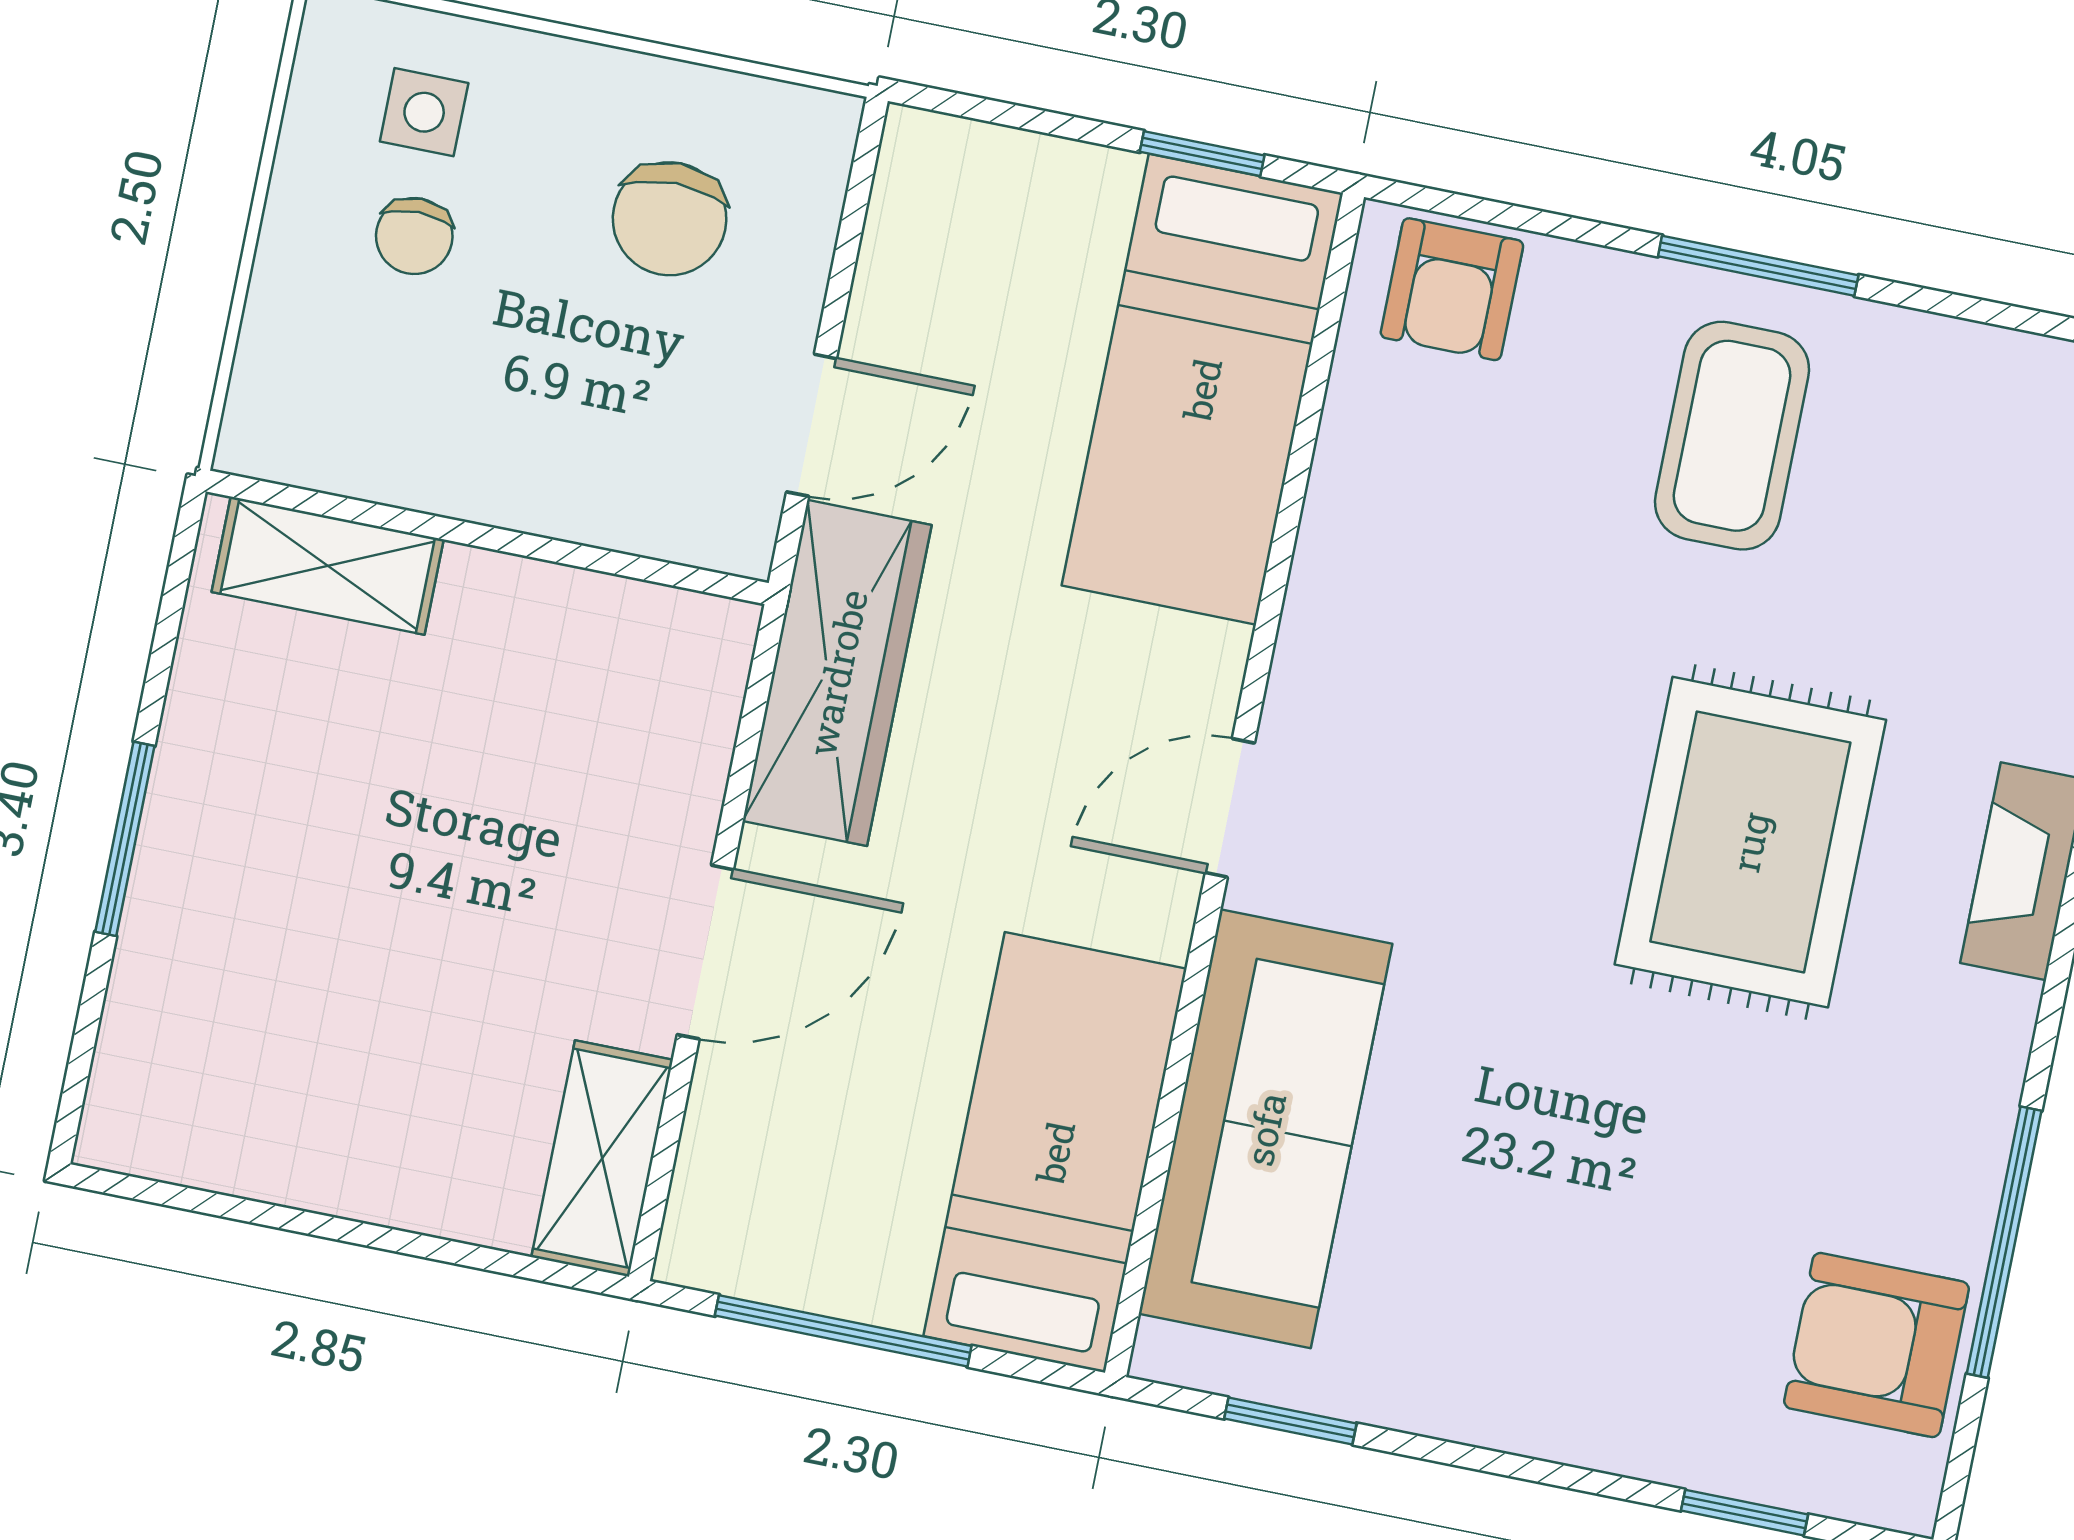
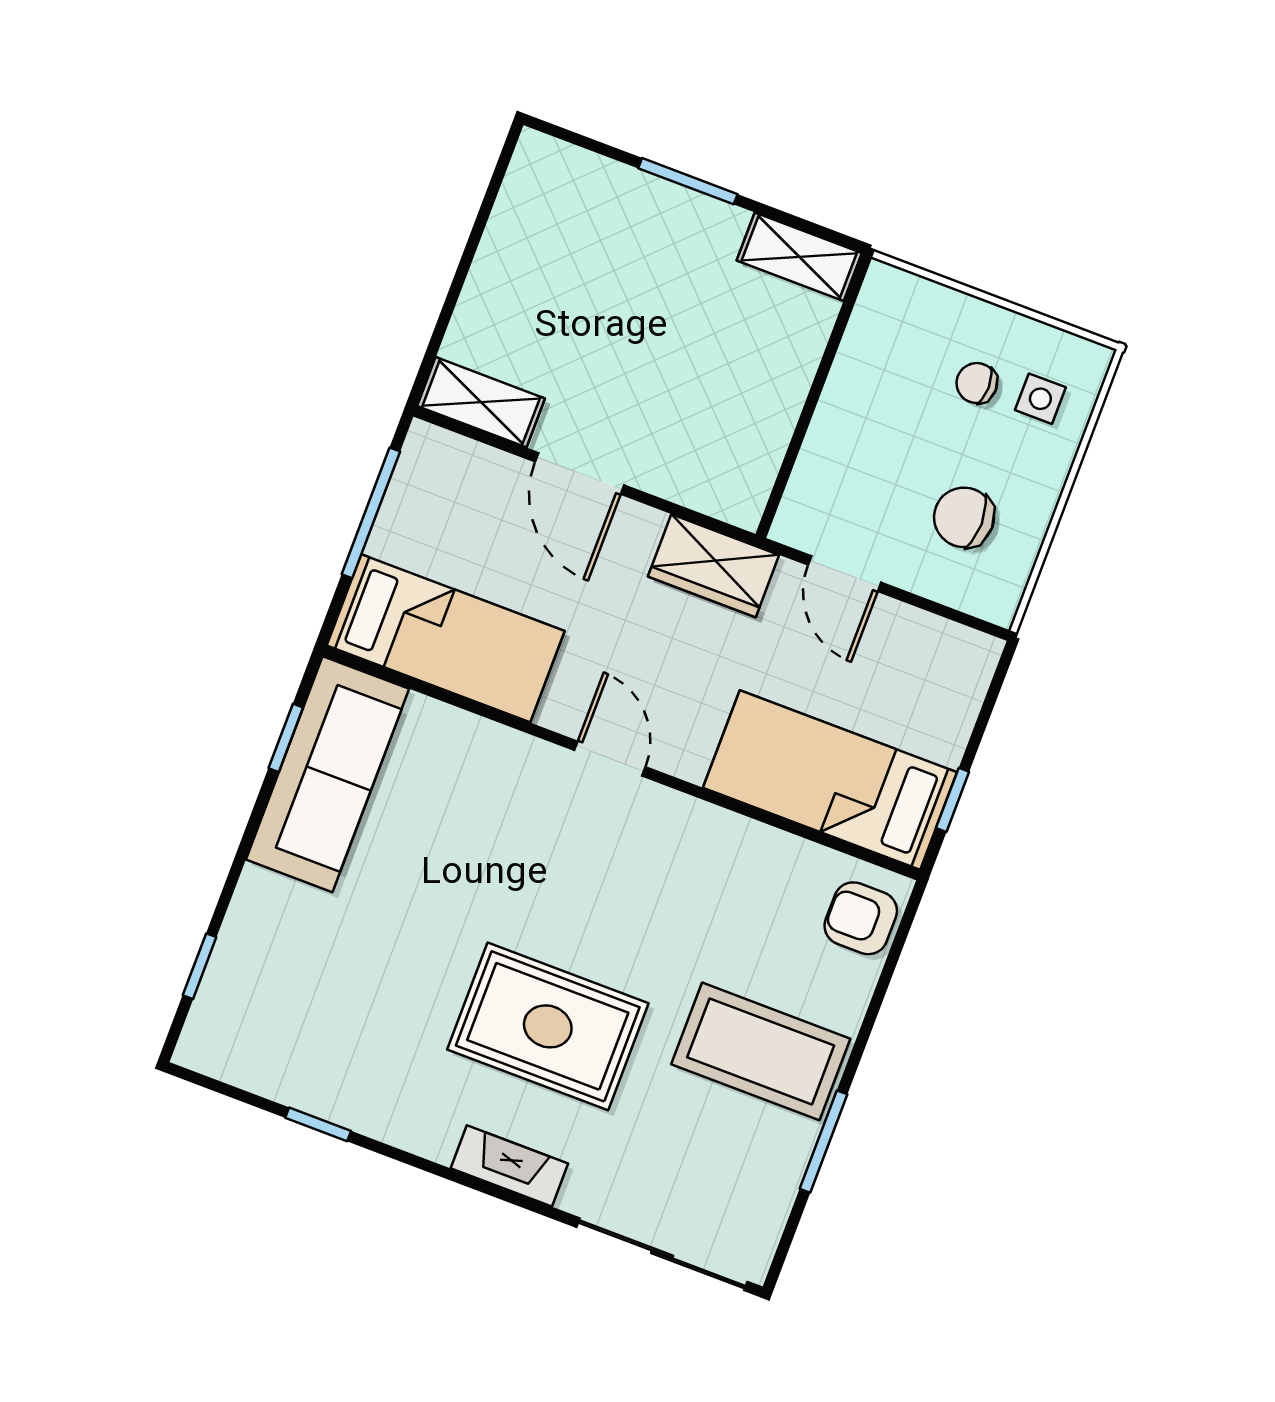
window: (1758, 266) -> (823, 1142), moved
coffee table: (1732, 436) -> (761, 1051), width x1.36, depth x1.32
shelving: (328, 566) -> (799, 257), moved, turned 90
wardrobe: (837, 673) -> (714, 566), width x0.67
sofa: (1265, 1129) -> (328, 774), moved, turned -90
window: (2004, 1242) -> (318, 1124), width x0.46
armchair: (1876, 1345) -> (275, 1049), removed

